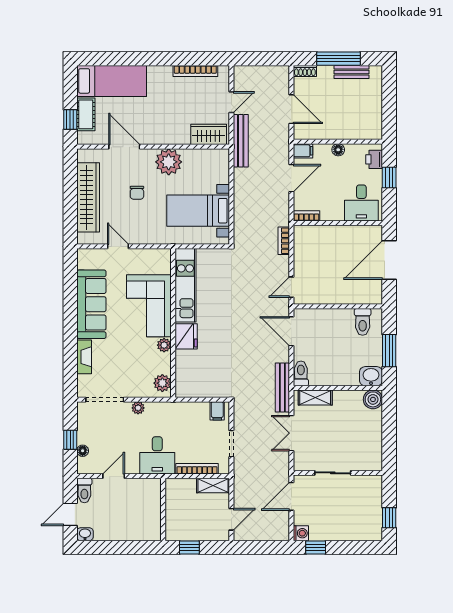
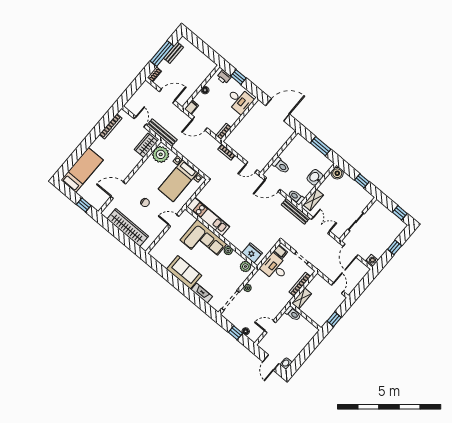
cot: (86, 114) -> (88, 196), removed
plant: (169, 162) -> (161, 154), moved
door: (291, 178) -> (200, 124), swing flipped
door: (118, 246) -> (174, 220), moved
door: (389, 260) -> (278, 110), swing flipped
door: (291, 287) -> (251, 167), hinge flipped
sofa: (91, 304) -> (184, 272), width x0.73
toilet: (363, 322) -> (281, 165), moved
fridge: (186, 336) -> (252, 253), moved
washbasin: (371, 376) -> (315, 177), moved
double door: (291, 433) -> (321, 225), swing flipped
window: (389, 438) -> (362, 181), added
desk: (157, 455) -> (275, 268), moved, turned 180
door: (114, 476) -> (270, 327), hinge flipped
shelving: (213, 486) -> (302, 298), moved
toilet: (84, 491) -> (293, 314), moved
window: (316, 547) -> (395, 247), moved

